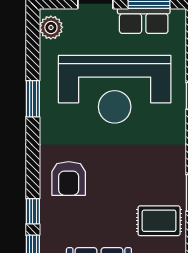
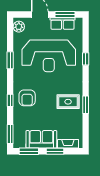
window: (33, 211) -> (10, 100), moved
rug: (159, 221) -> (68, 102), moved

